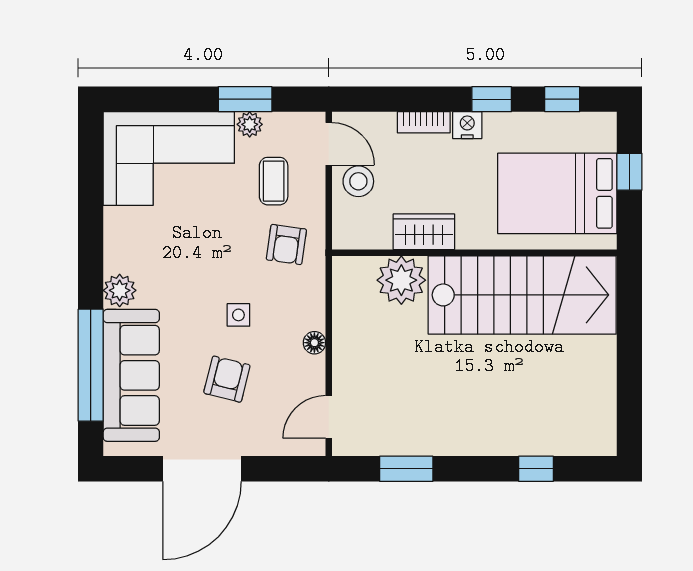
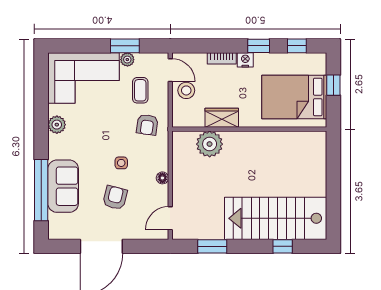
plant: (120, 290) -> (57, 125), moved
stairs: (522, 295) -> (276, 218), moved, turned 180
sofa: (131, 375) -> (63, 186), width x0.73

